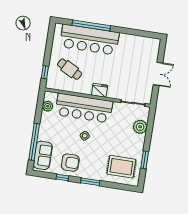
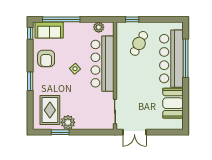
booth: (133, 45) -> (173, 103), added
double door: (158, 74) -> (134, 132), moved
fridge: (100, 90) -> (122, 76), removed
plant: (140, 127) -> (68, 122), moved
window: (62, 177) -> (30, 33), moved

